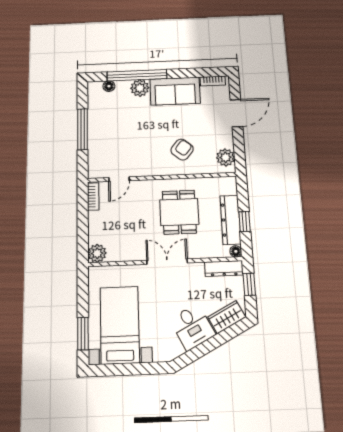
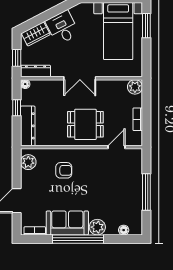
window: (137, 75) -> (78, 239), moved
armchair: (182, 150) -> (64, 170), turned -129
bookcase: (93, 197) -> (138, 119), moved
dining table: (179, 212) -> (85, 124), moved, turned 90
dresser: (230, 220) -> (28, 126), moved

